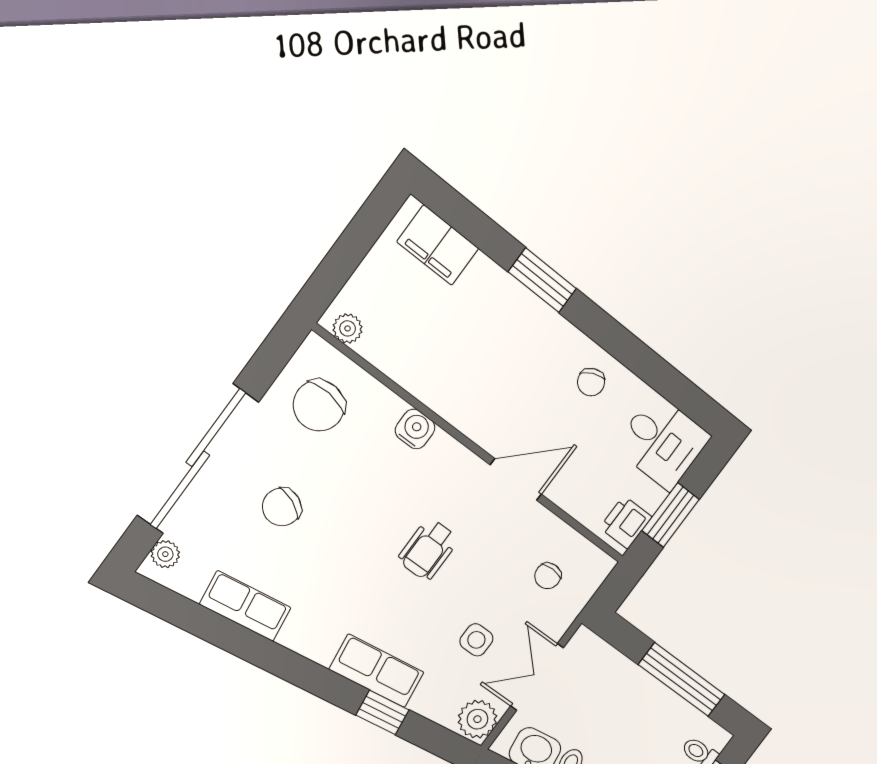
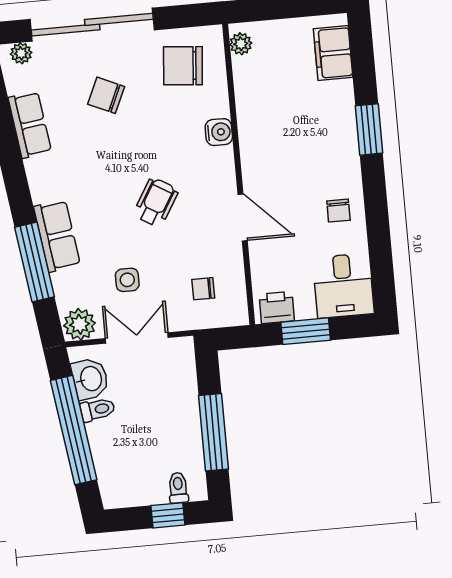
chair: (591, 382) -> (338, 211), turned -66
wheelchair: (428, 550) -> (156, 202), turned 121
window: (382, 713) -> (35, 262), width x2.17

